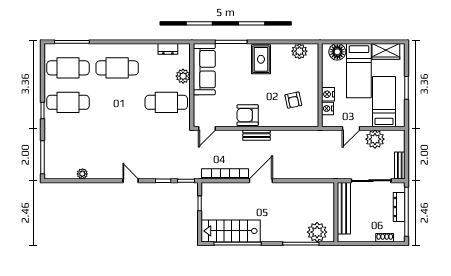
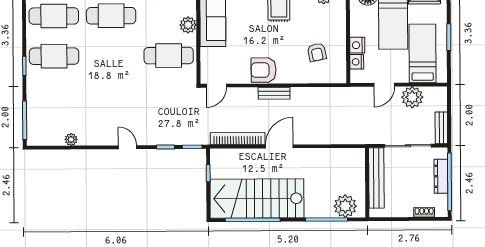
stairs: (231, 231) -> (257, 198), width x1.36, depth x1.51

